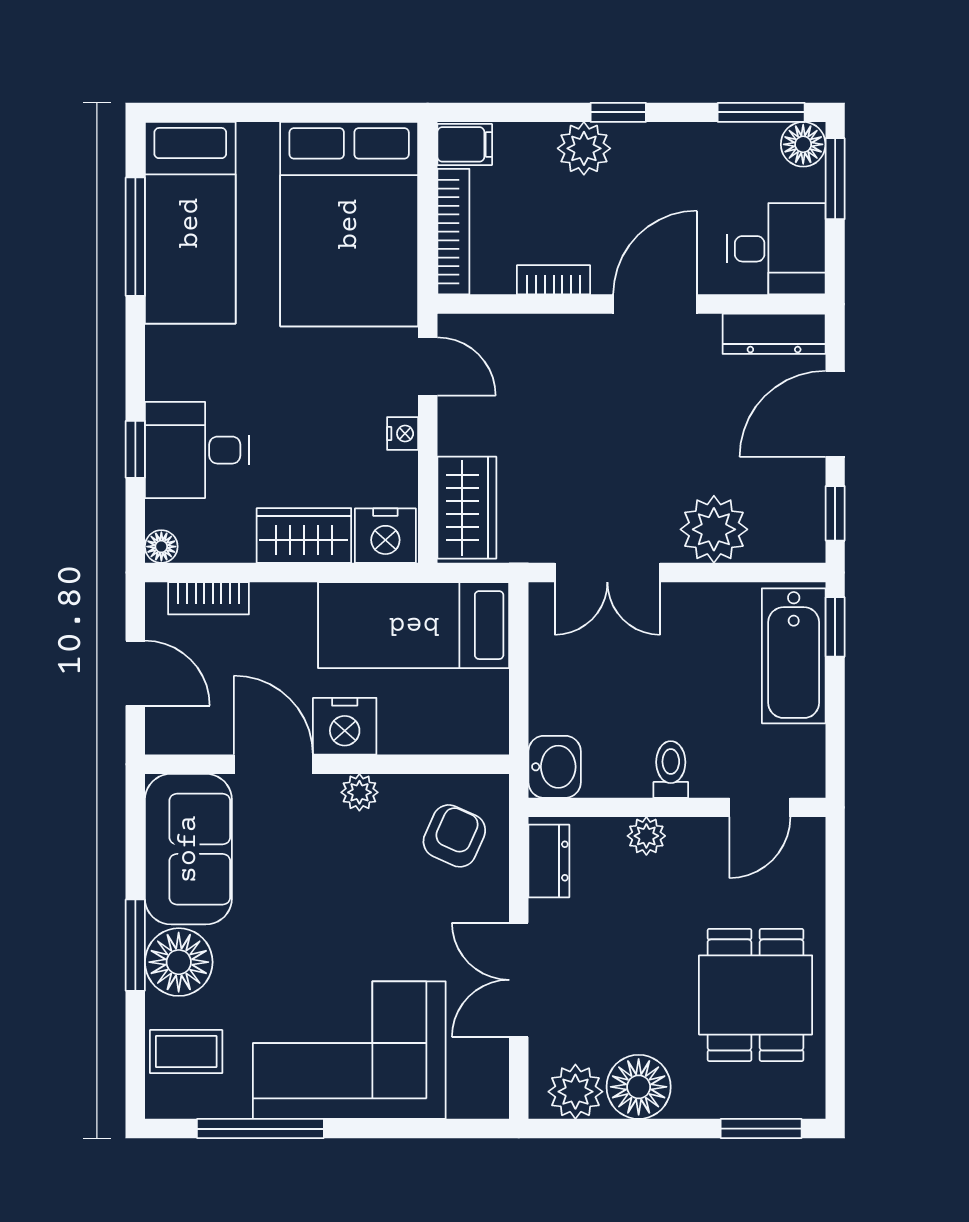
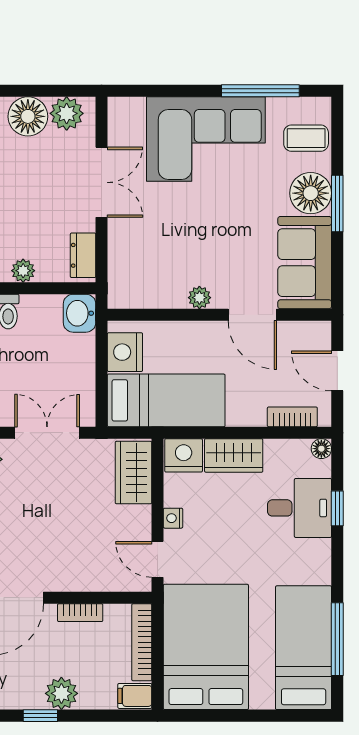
nightstand: (345, 726) -> (125, 352), moved, turned -90
armchair: (454, 836) -> (141, 271), removed

